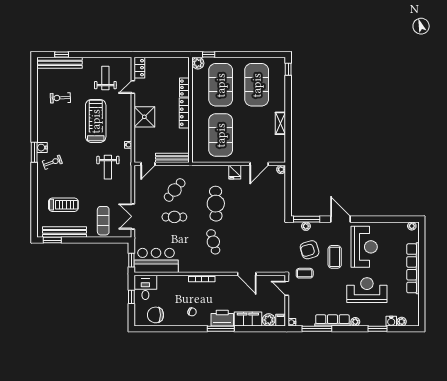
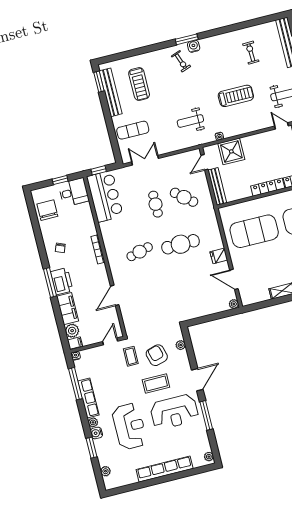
shower: (144, 117) -> (231, 151), moved
treadmill: (96, 121) -> (236, 96), width x0.73, depth x0.73
door: (148, 164) -> (204, 162), hinge flipped
window: (307, 219) -> (206, 415), moved
water cooler: (391, 321) -> (96, 433), moved

